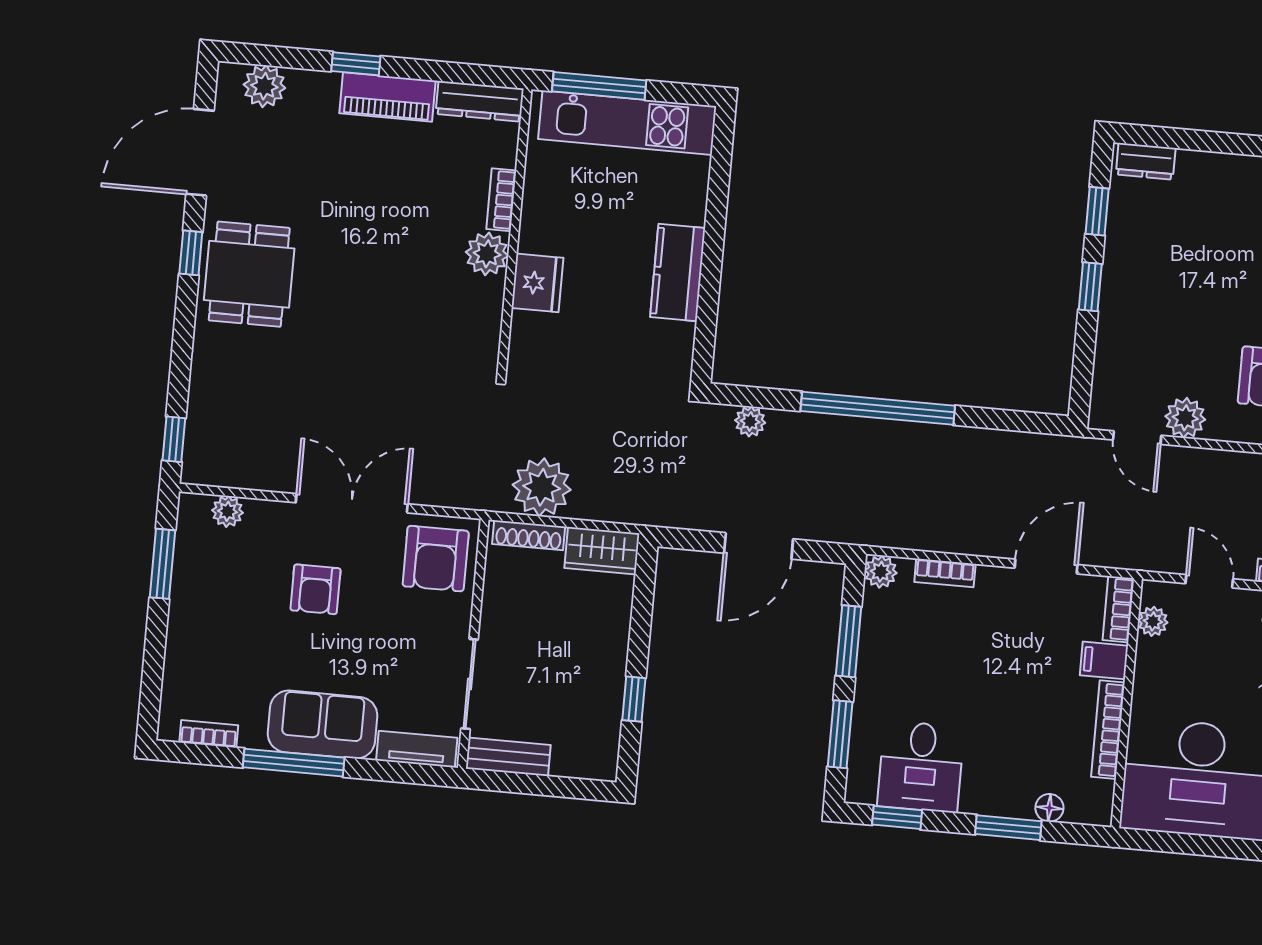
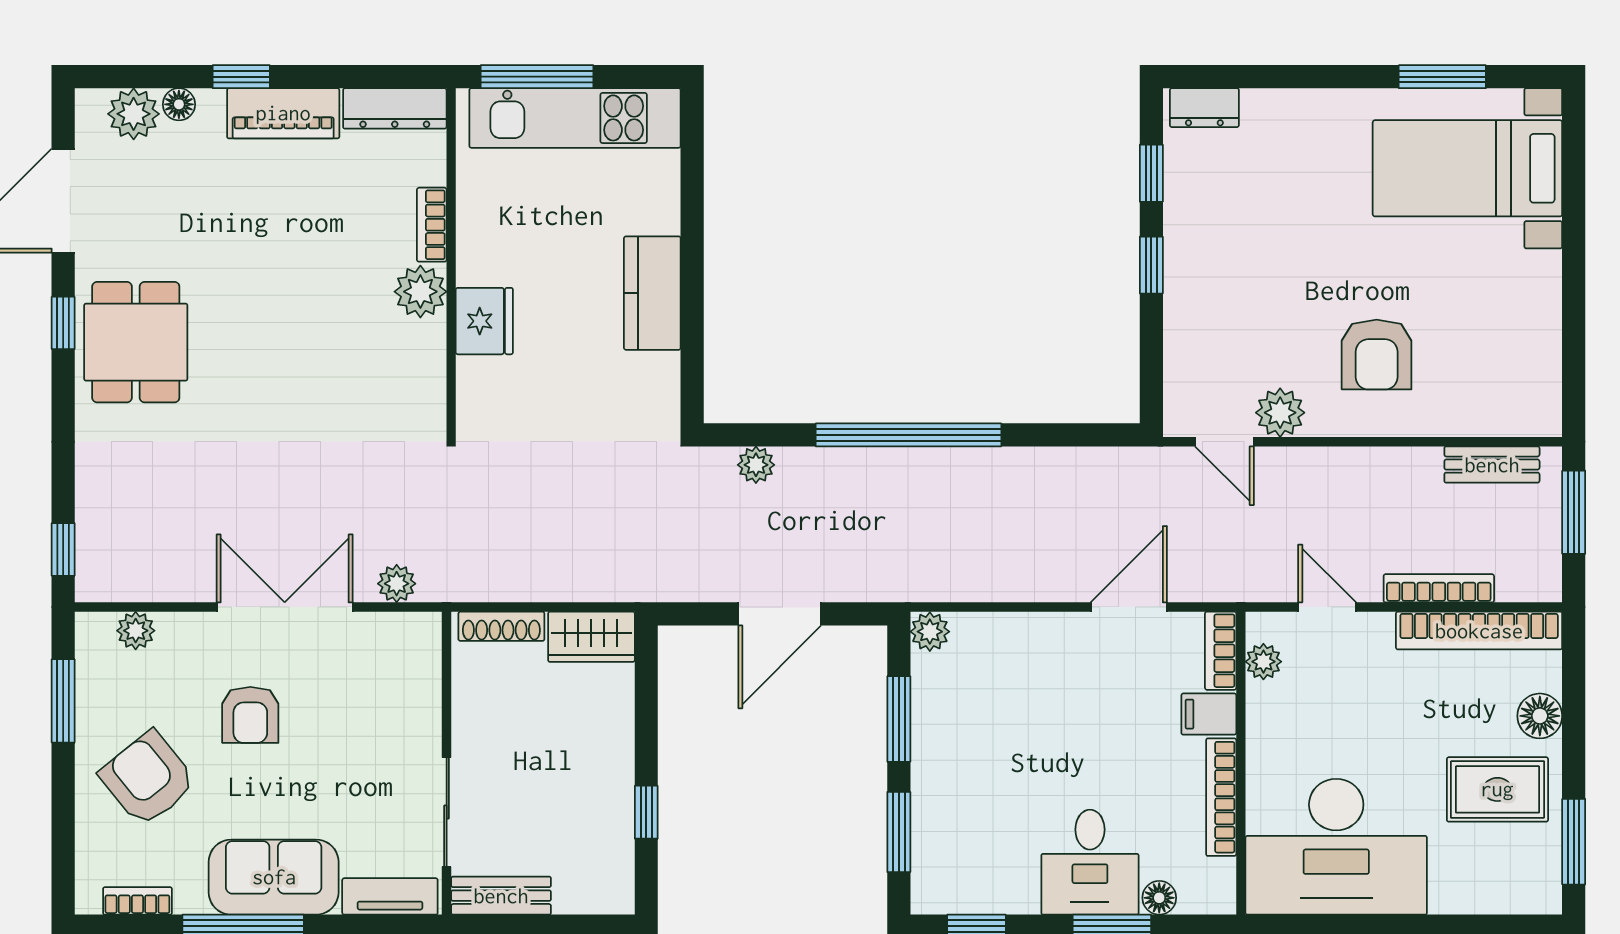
floor lamp: (302, 82) -> (179, 104), added
plant: (542, 487) -> (397, 584), moved, width x0.53, depth x0.53
armchair: (436, 559) -> (148, 779), moved, turned 141
bookcase: (945, 573) -> (1007, 626), removed
desk: (921, 767) -> (1090, 862), moved

